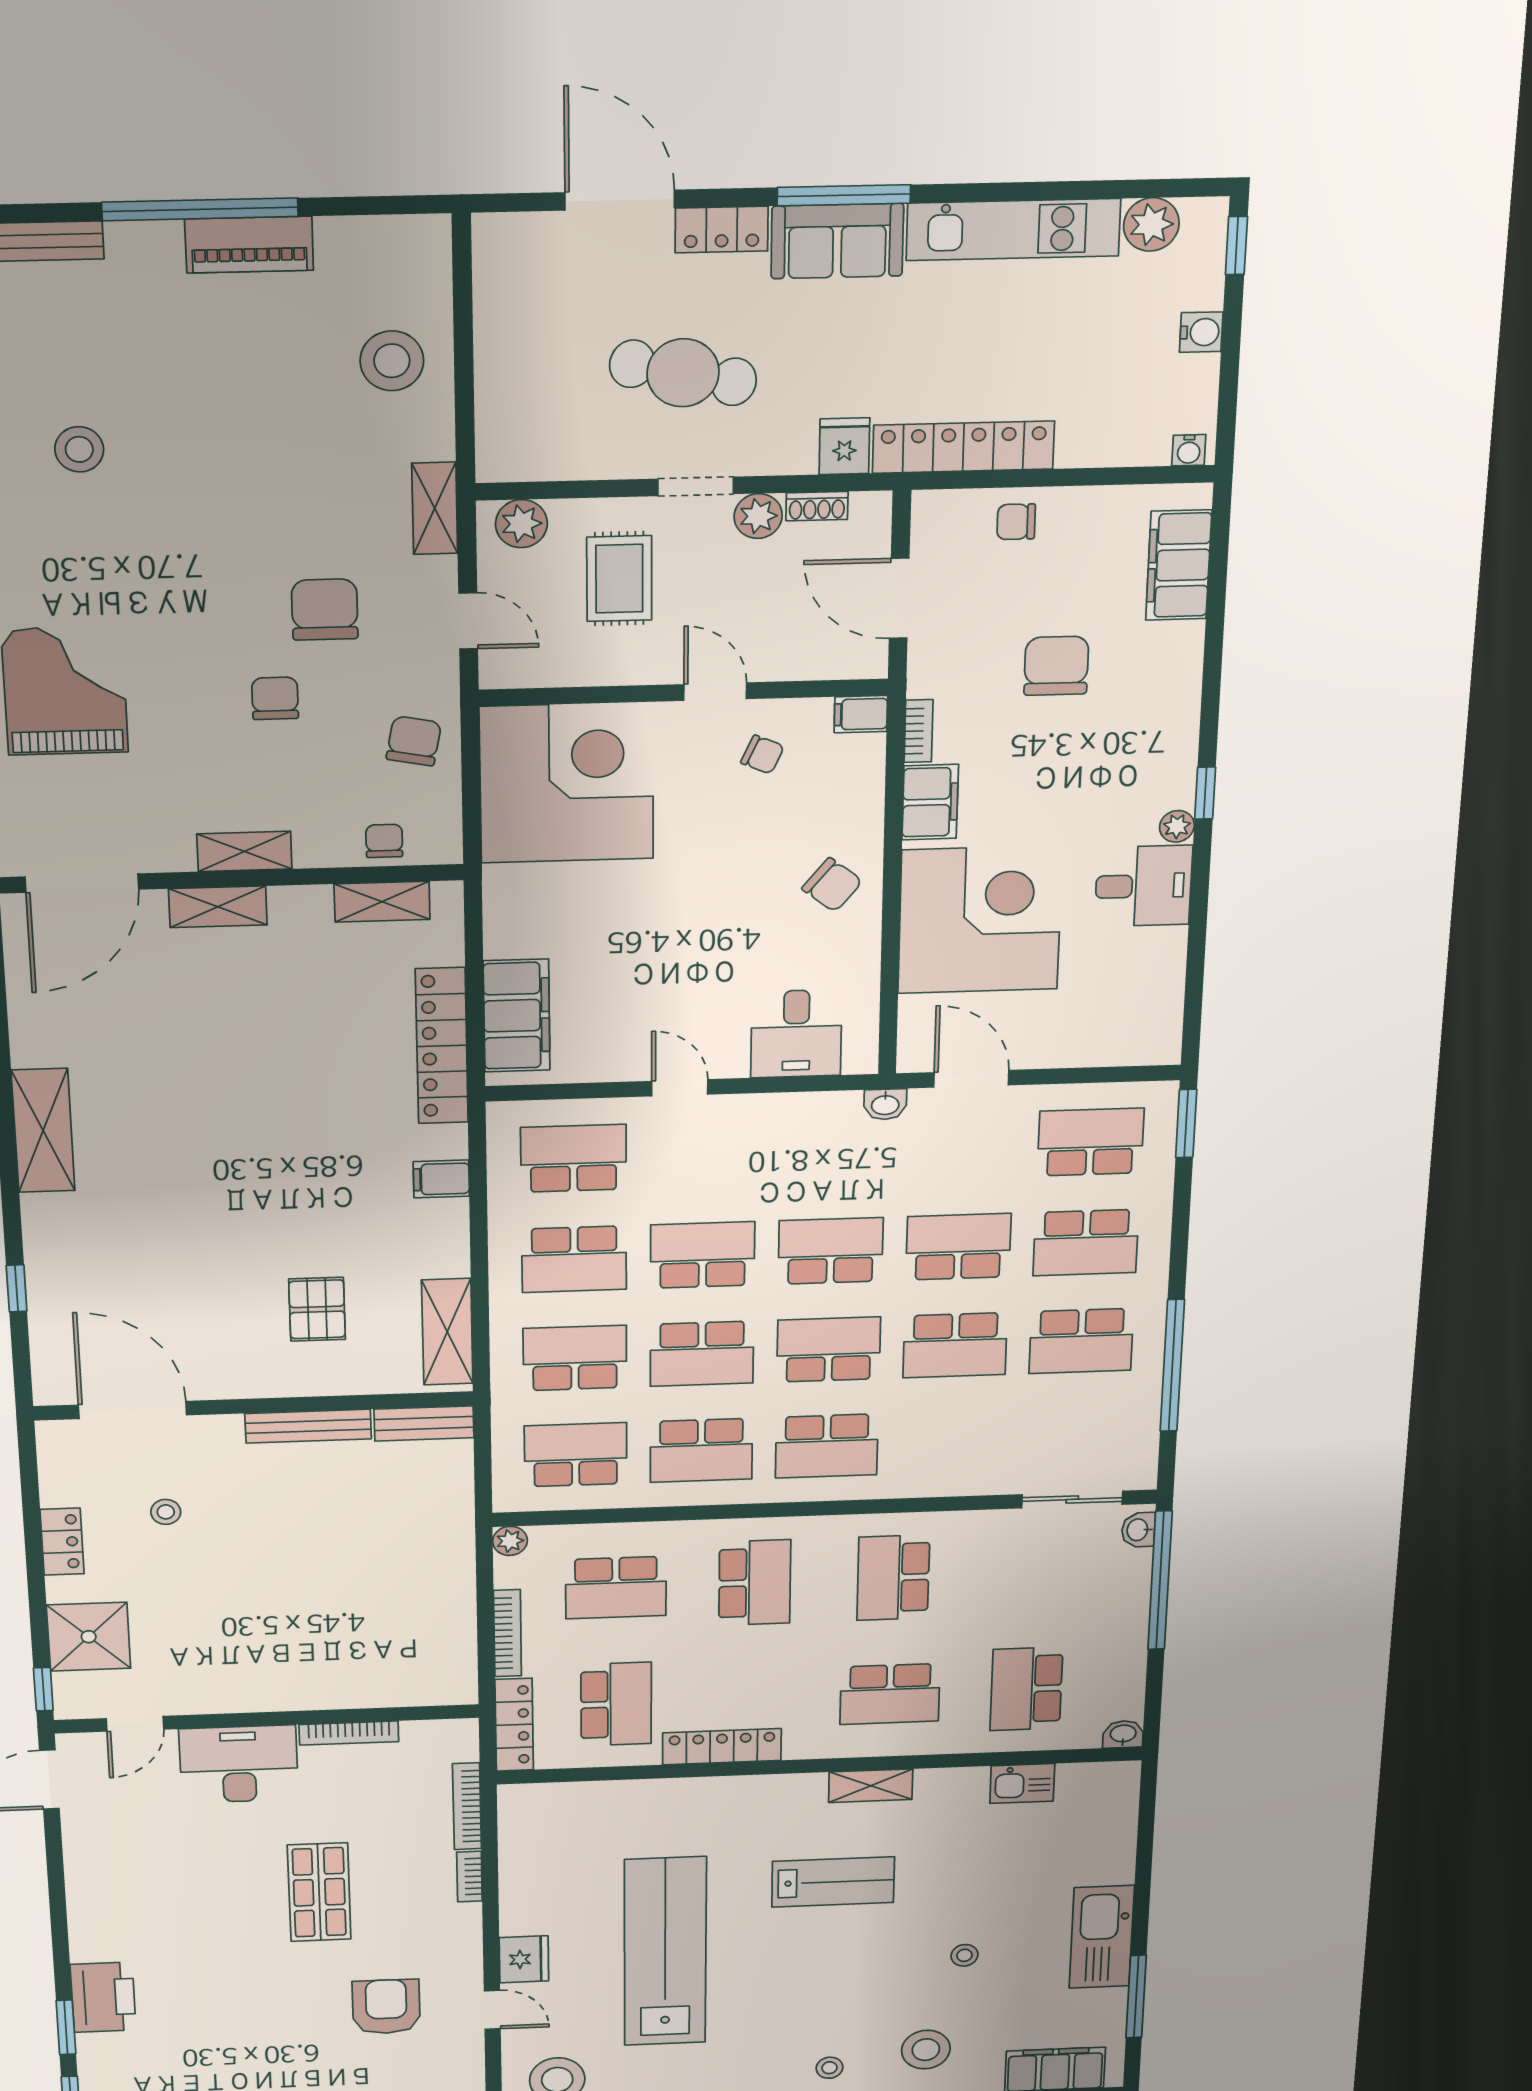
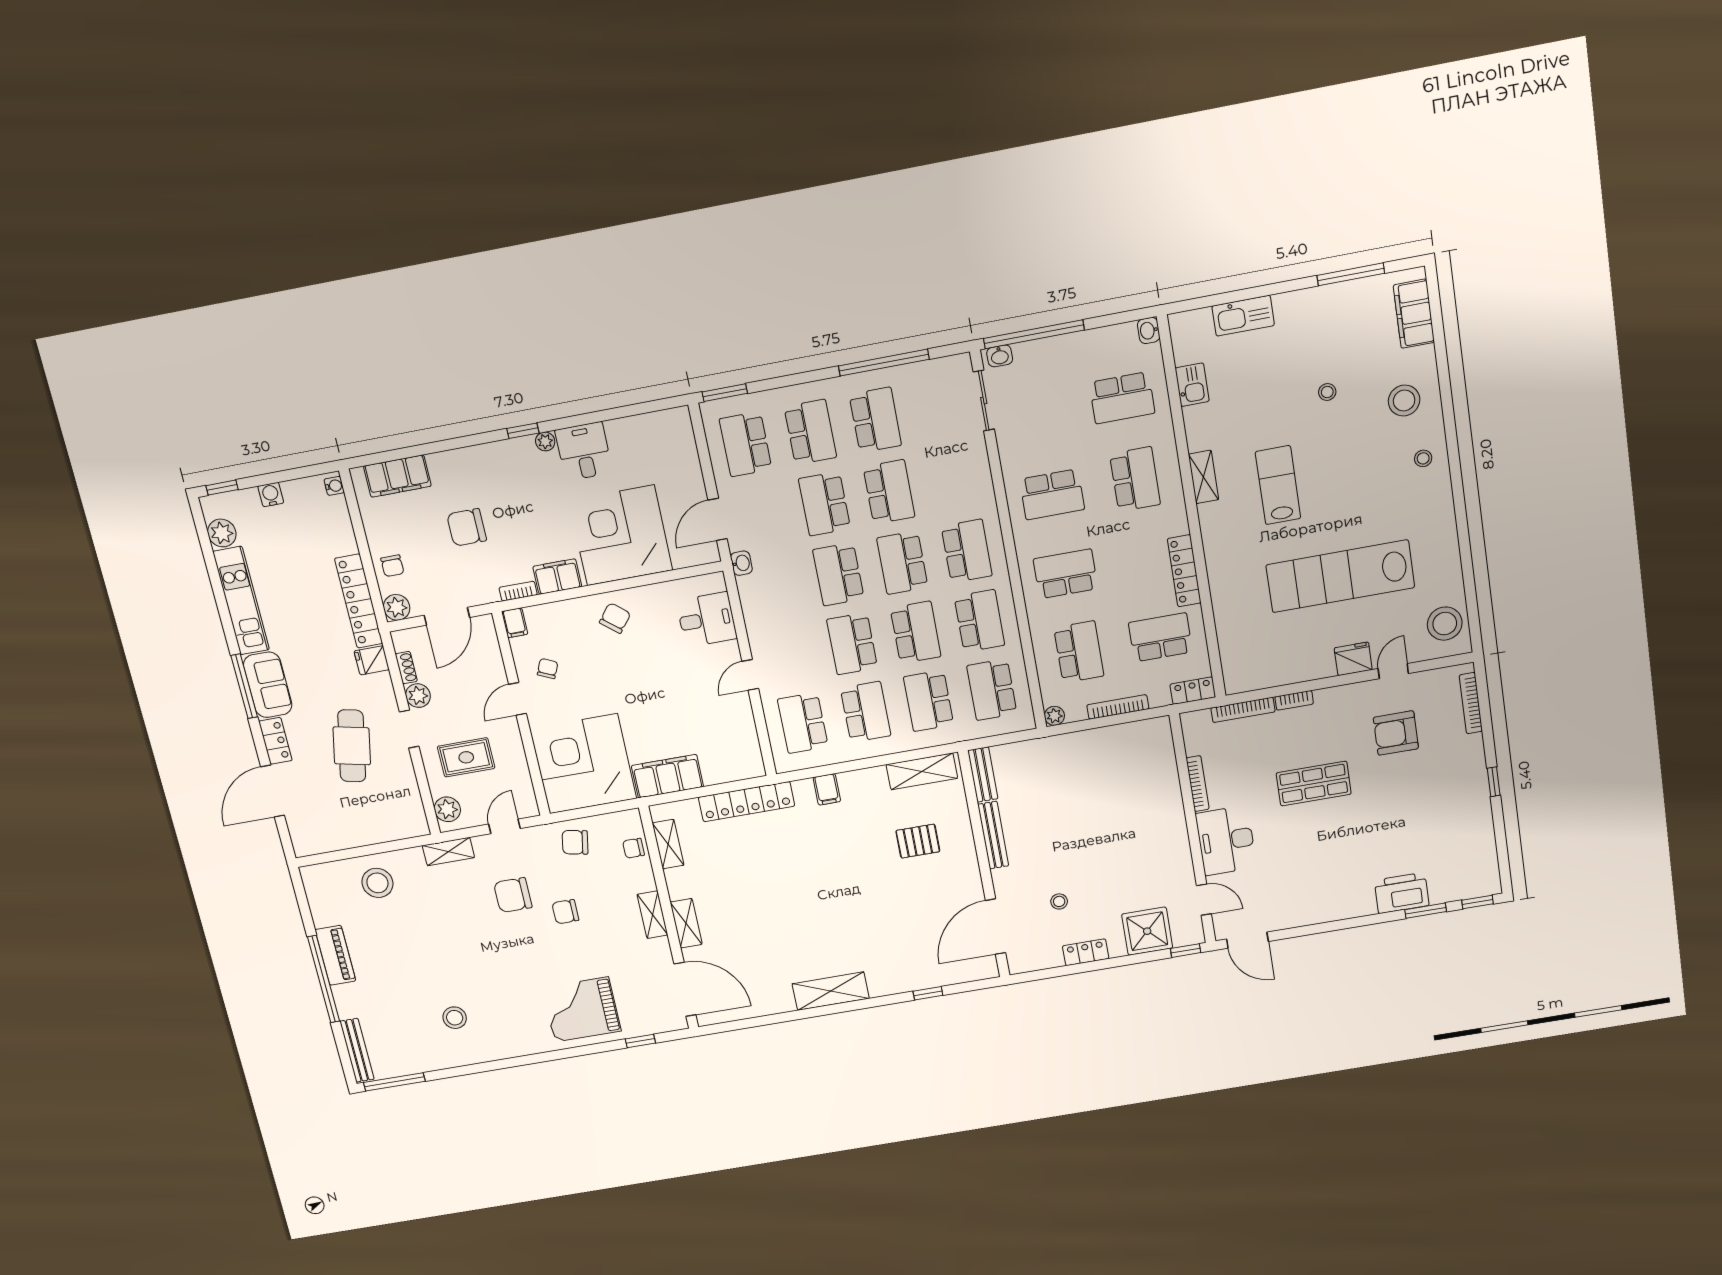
plant: (936, 513) -> (397, 607), added
filing cabinet: (517, 1016) -> (667, 776), moved
locker: (514, 1725) -> (1193, 691), width x0.66
kitchen sink: (1102, 1937) -> (1243, 316), moved, width x0.73, depth x0.81

